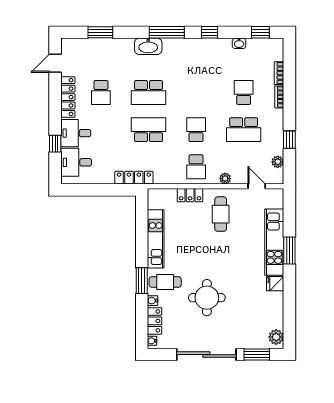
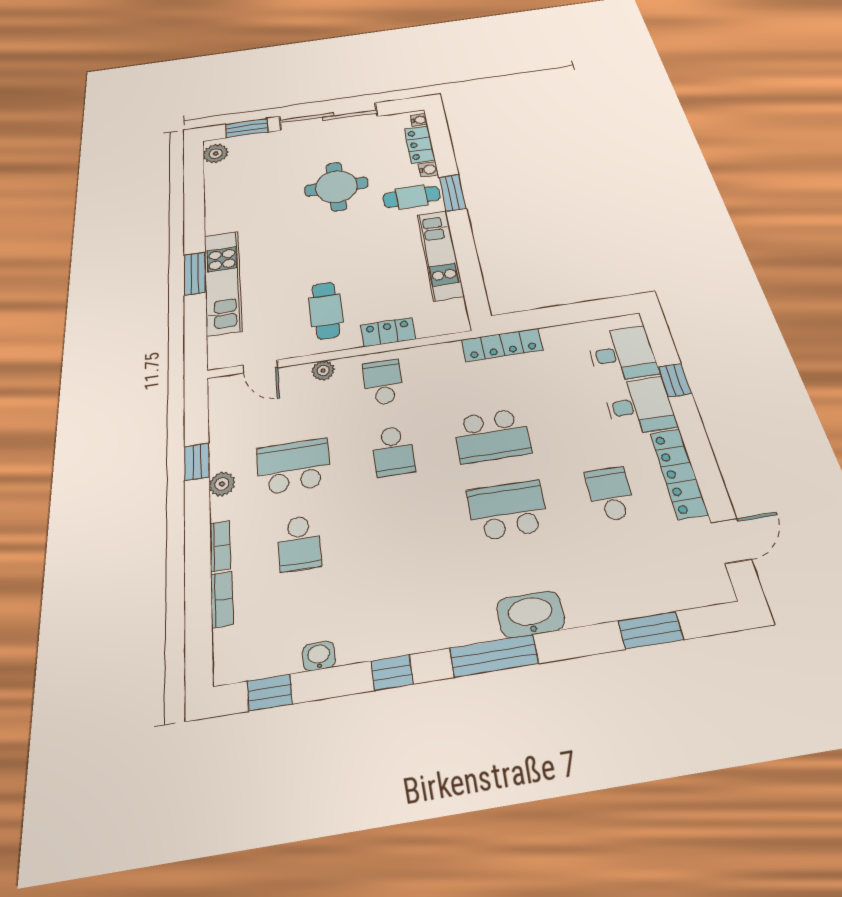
plant: (278, 162) -> (222, 484), moved
fridge: (275, 284) -> (219, 222), removed

